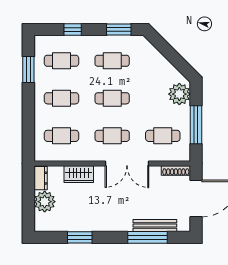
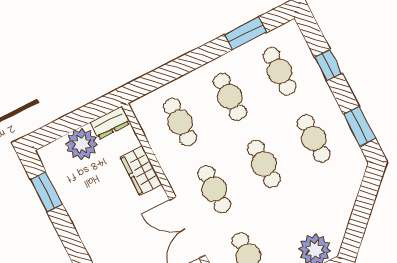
window: (80, 237) -> (46, 192), moved

